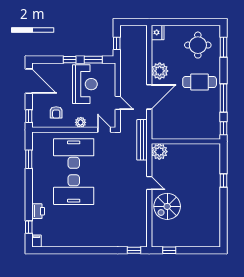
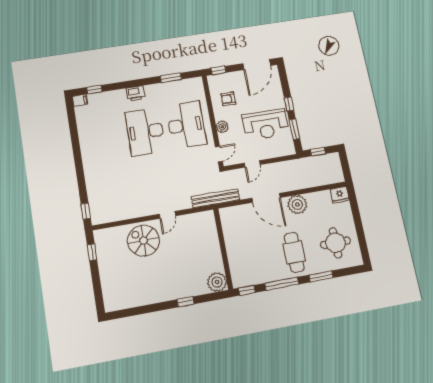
window: (224, 47) -> (321, 276), moved
plant: (159, 152) -> (217, 282), moved
printer: (38, 211) -> (135, 93), moved

